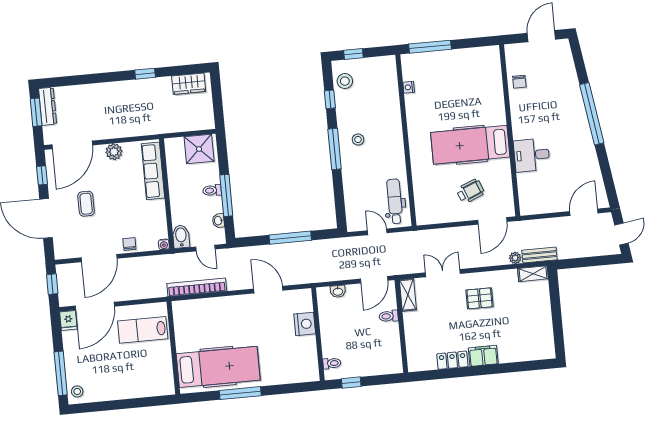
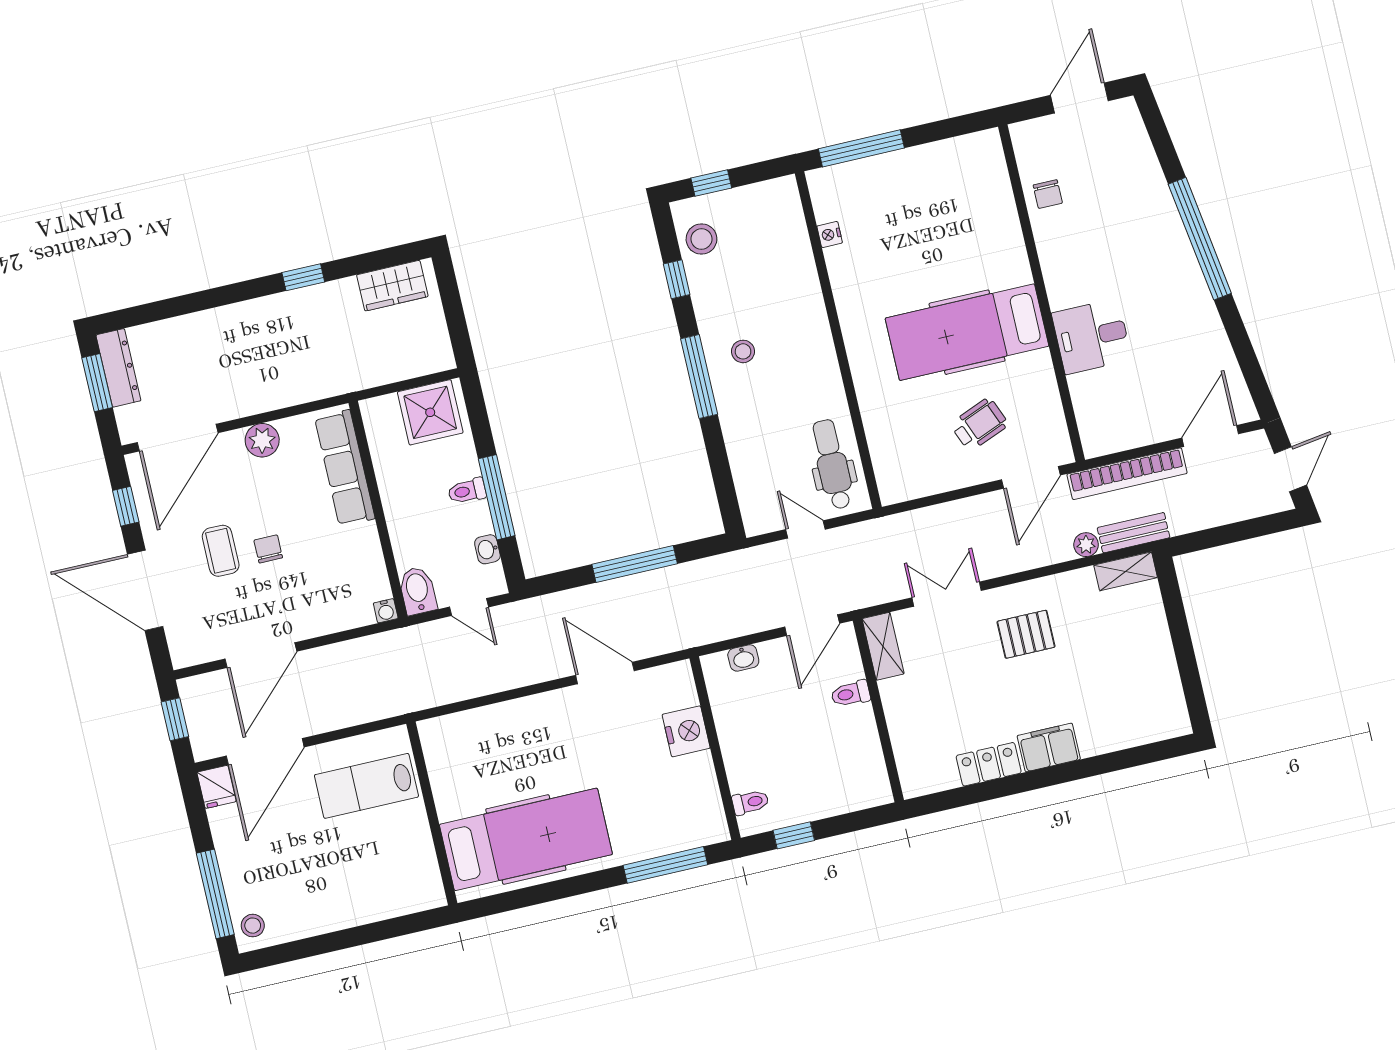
chair: (129, 244) -> (268, 549), moved
bookcase: (197, 287) -> (1127, 474), moved, turned 180
window: (240, 393) -> (665, 865), moved

